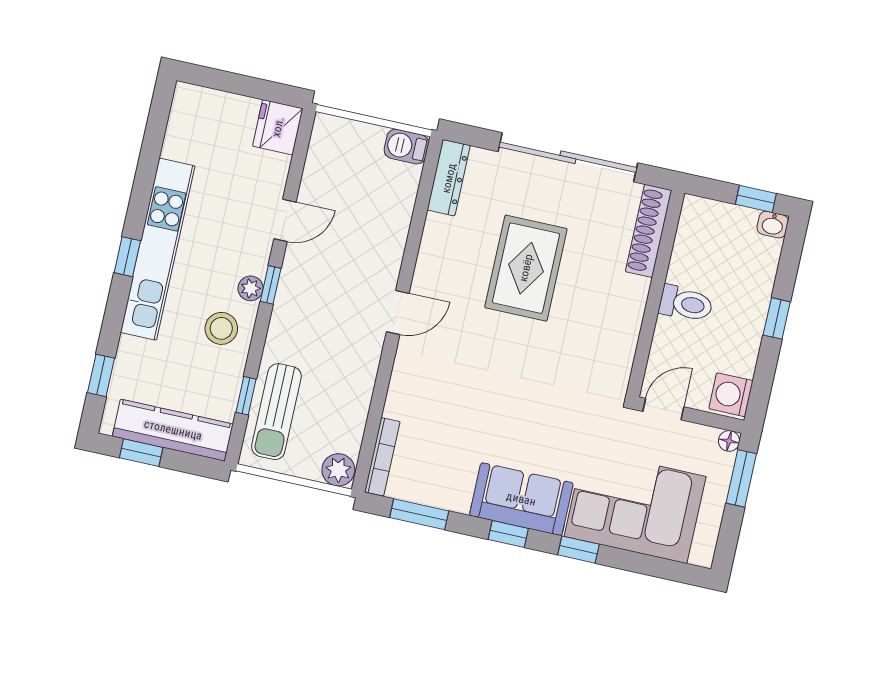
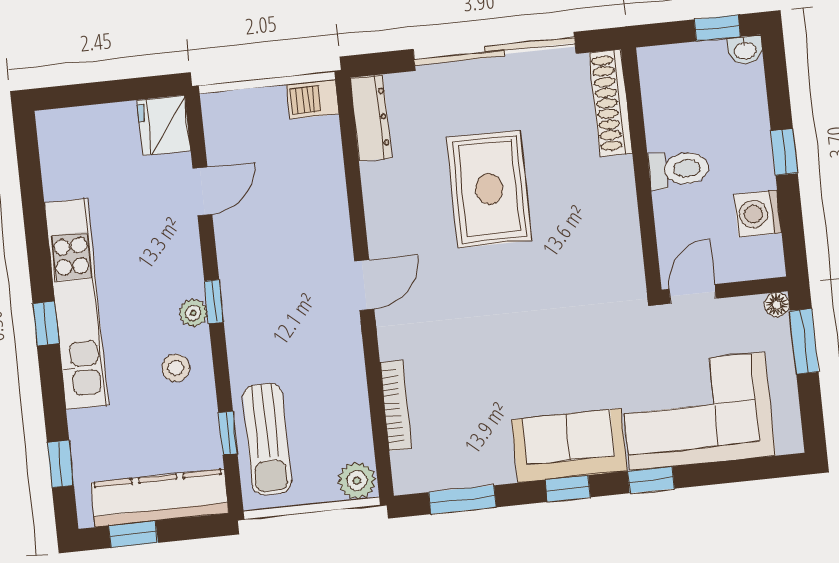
door: (285, 220) -> (202, 191), moved
stool: (221, 328) -> (176, 368), width x0.73, depth x0.73
washing machine: (731, 395) -> (758, 214), moved
bookcase: (382, 457) -> (396, 406), moved

